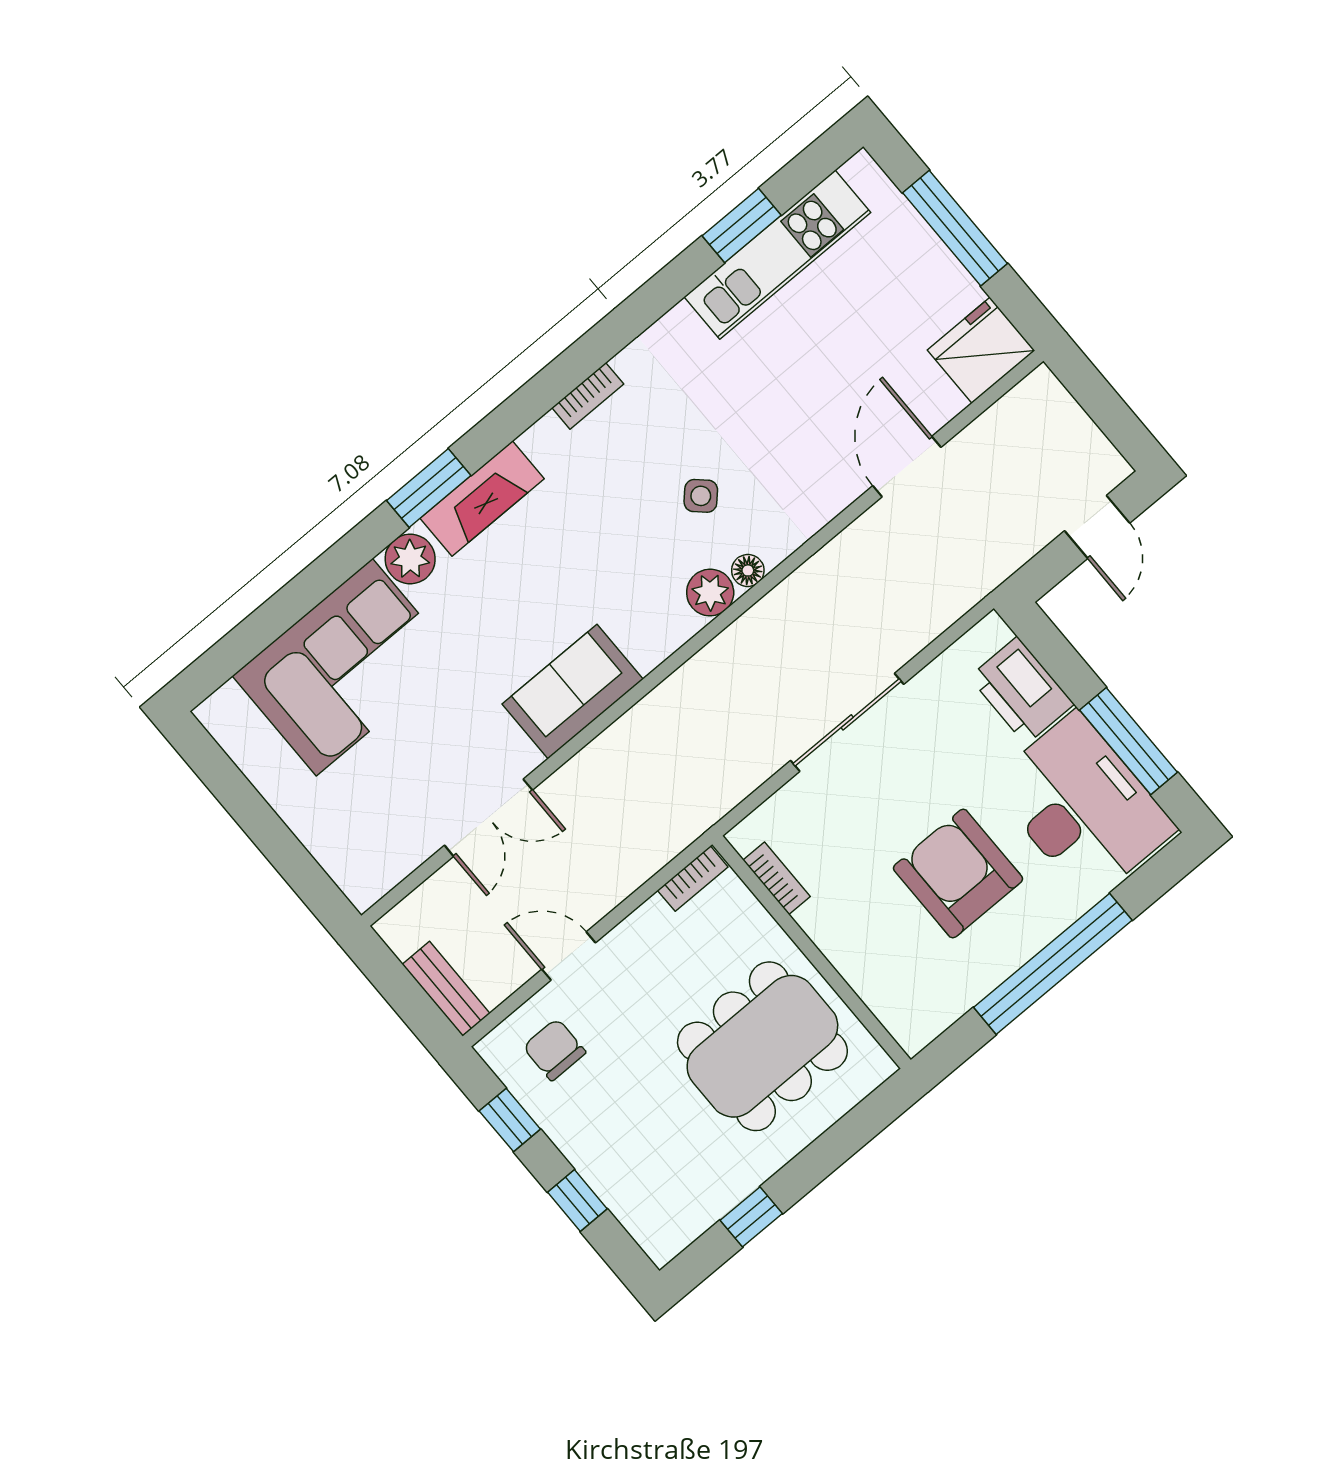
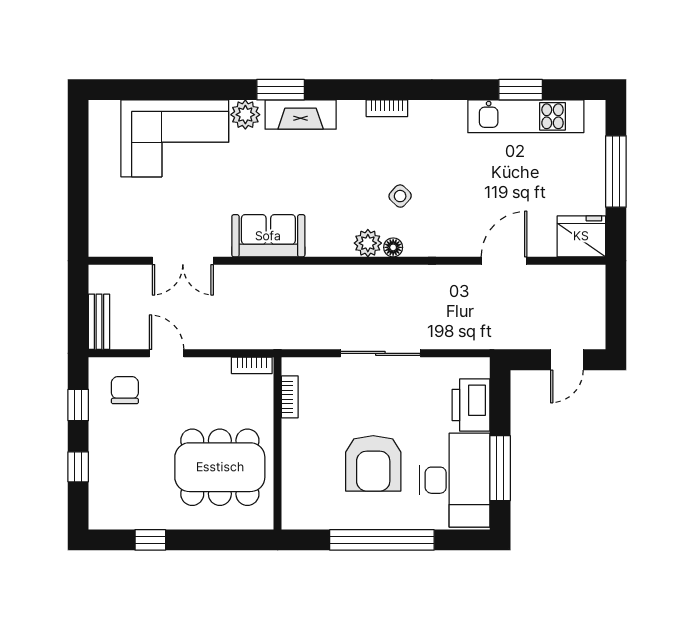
armchair: (958, 874) -> (373, 463), turned 180

